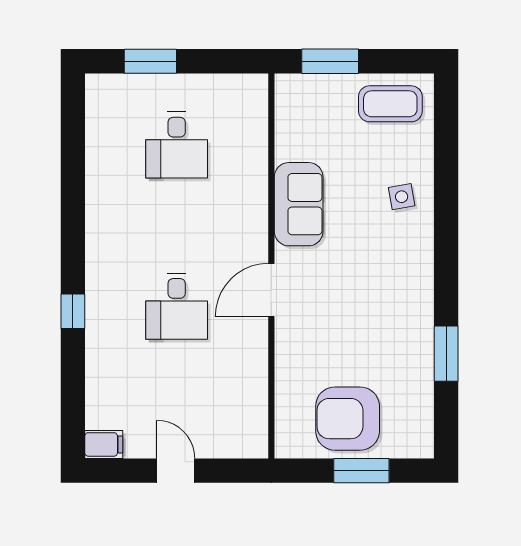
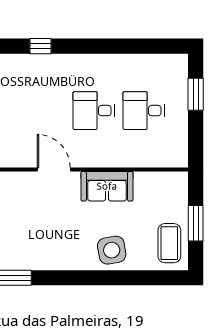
window: (330, 61) -> (196, 223), moved
side table: (402, 197) -> (112, 250), width x1.87, depth x1.87
desk: (177, 306) -> (94, 111), moved

